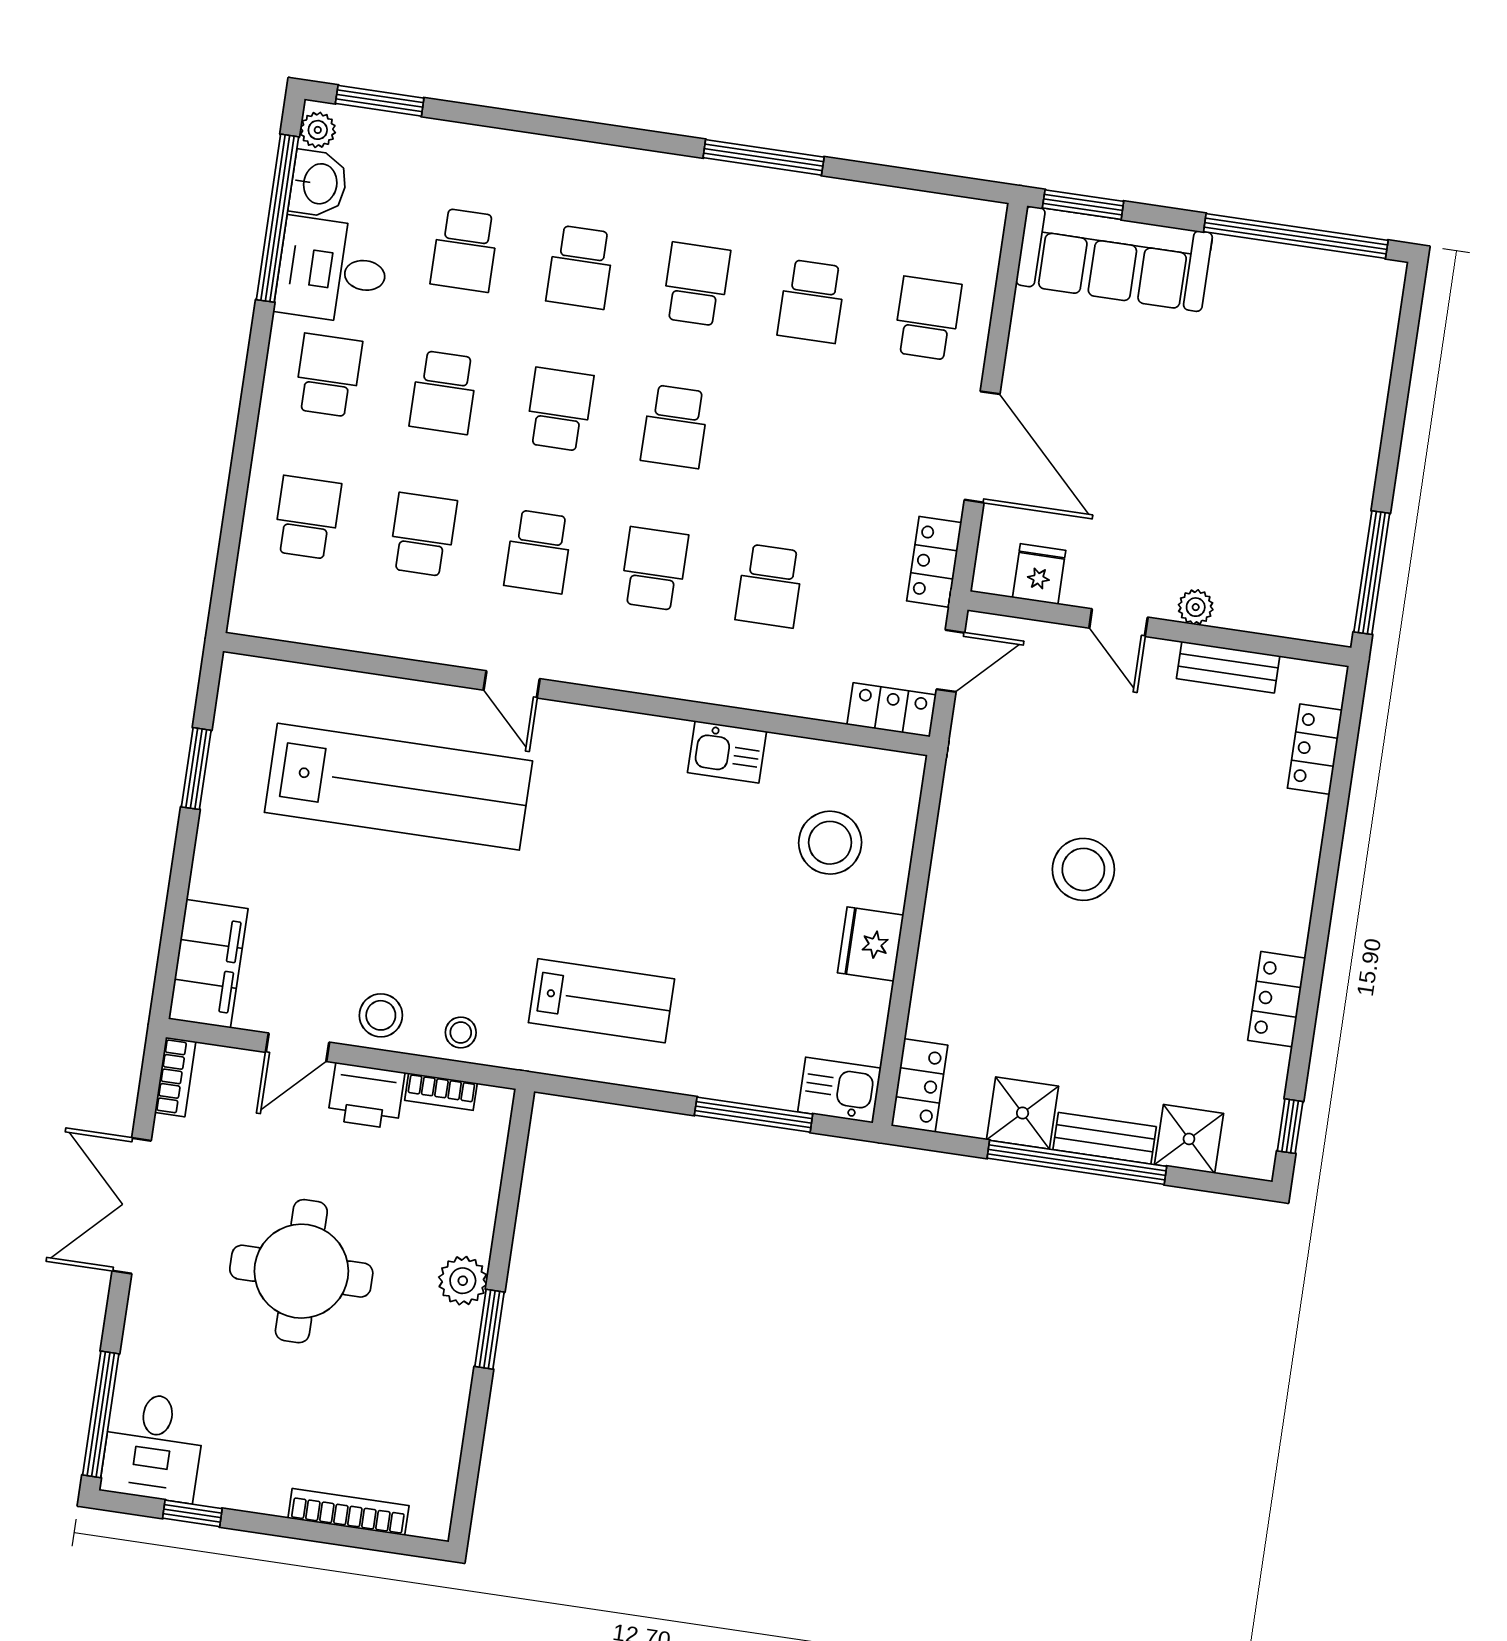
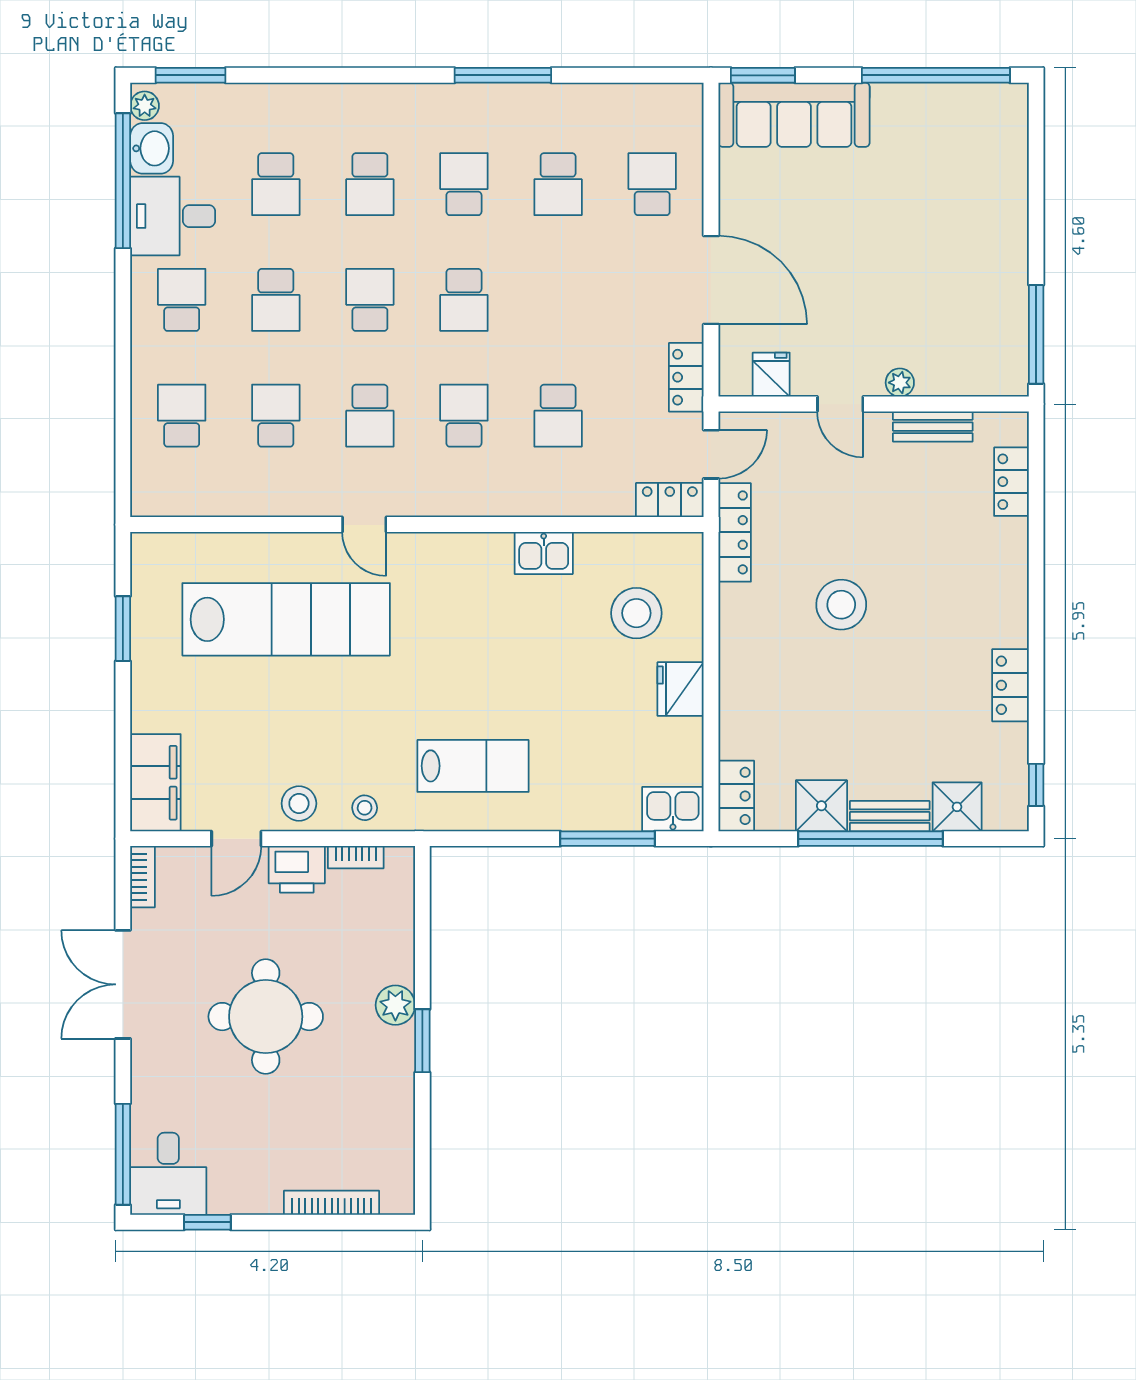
locker: (965, 761) -> (735, 532), added

